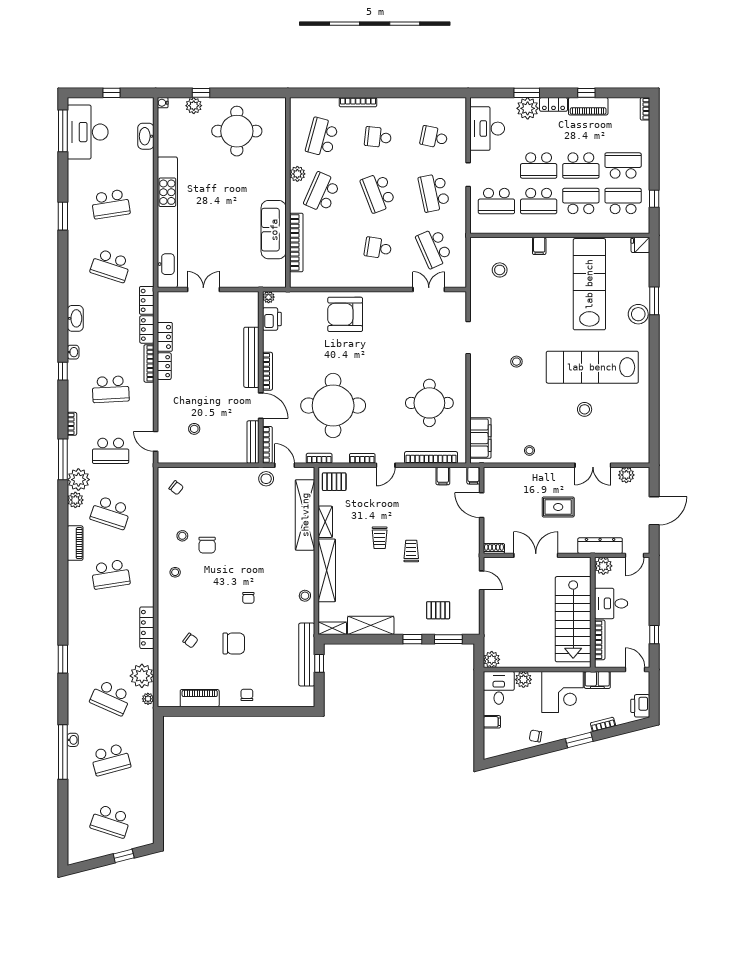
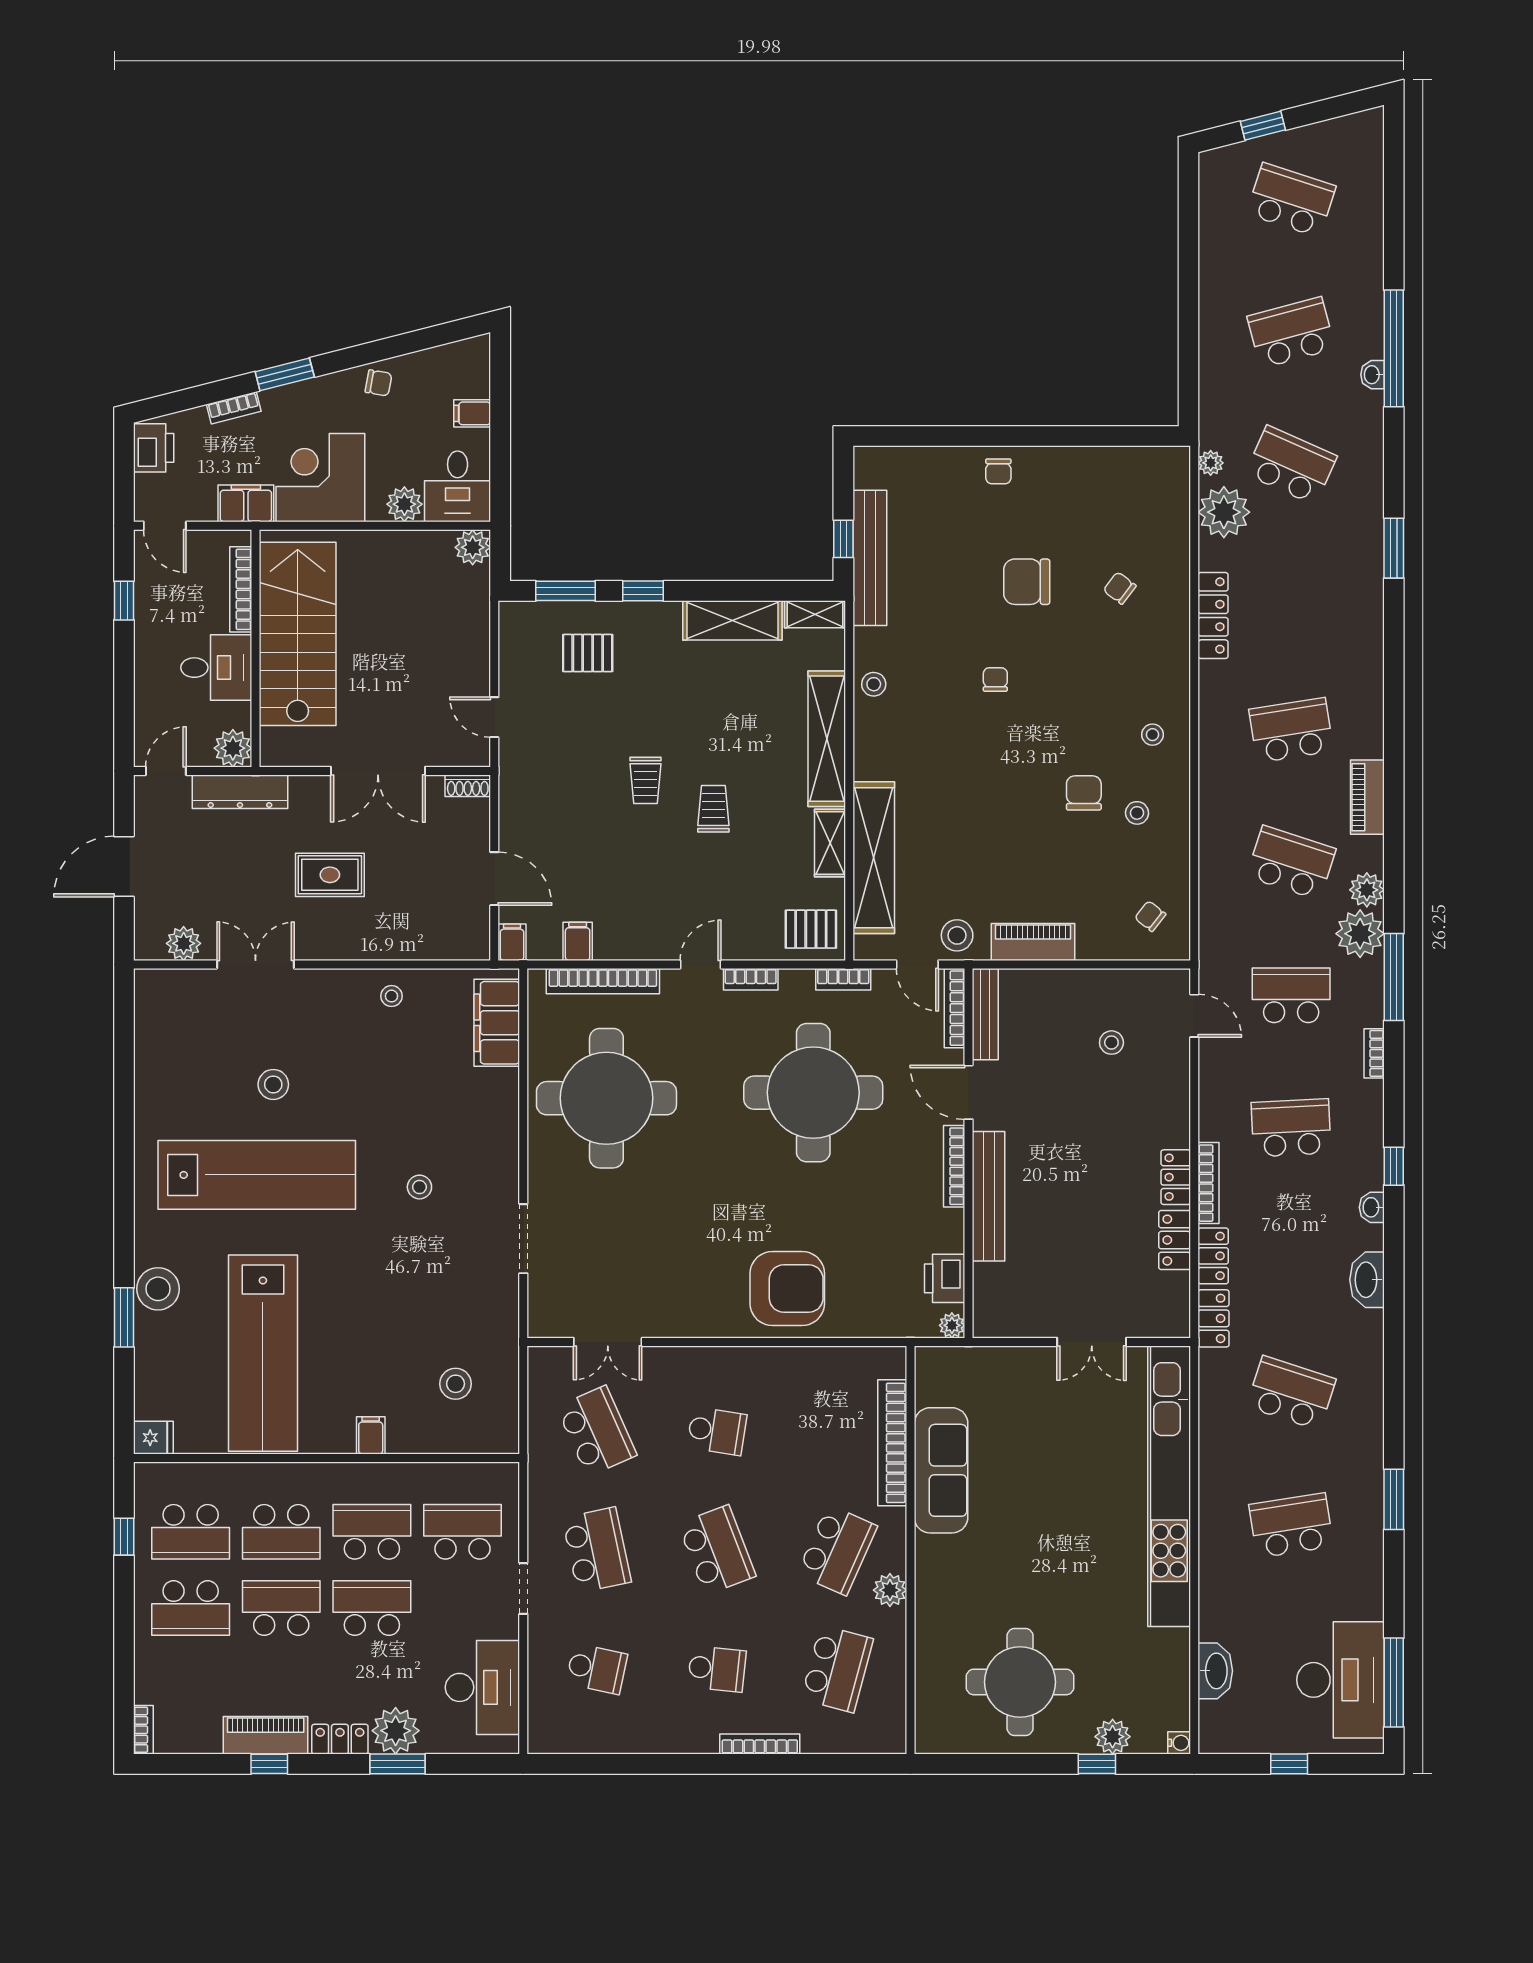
round table: (429, 403) -> (606, 1098), width x1.36, depth x1.36
piano: (200, 698) -> (1033, 942), moved, turned 180

